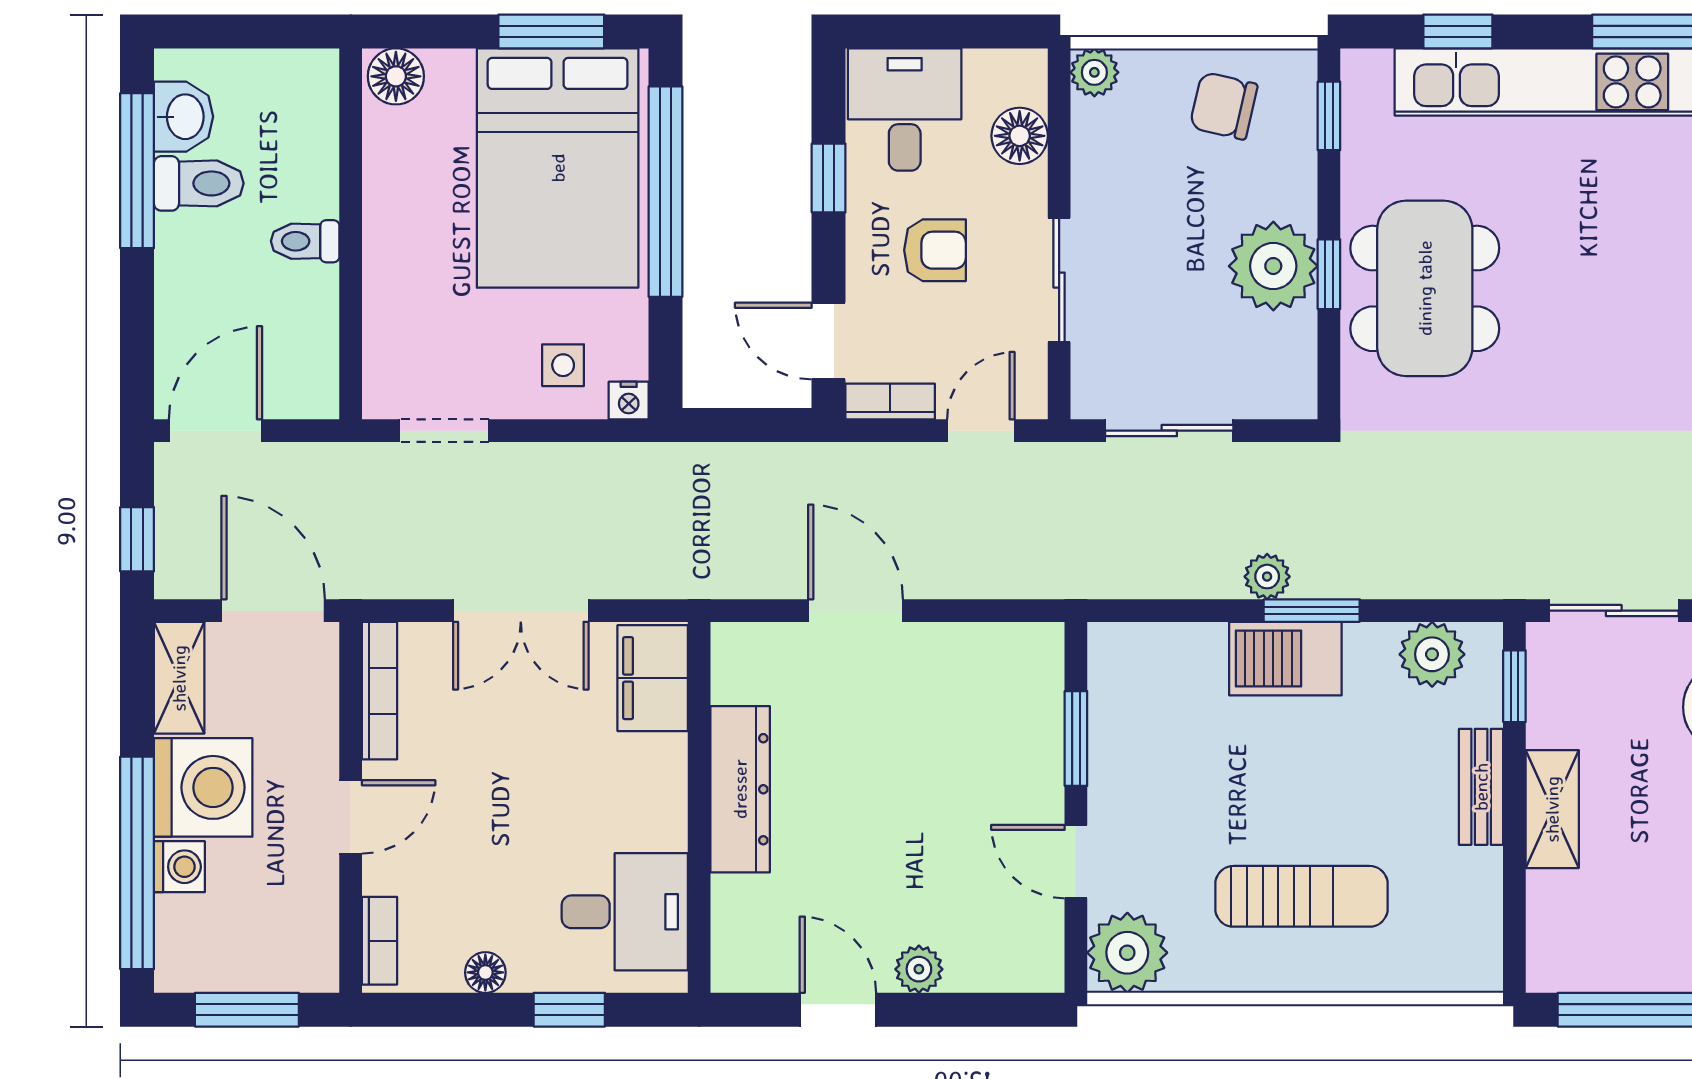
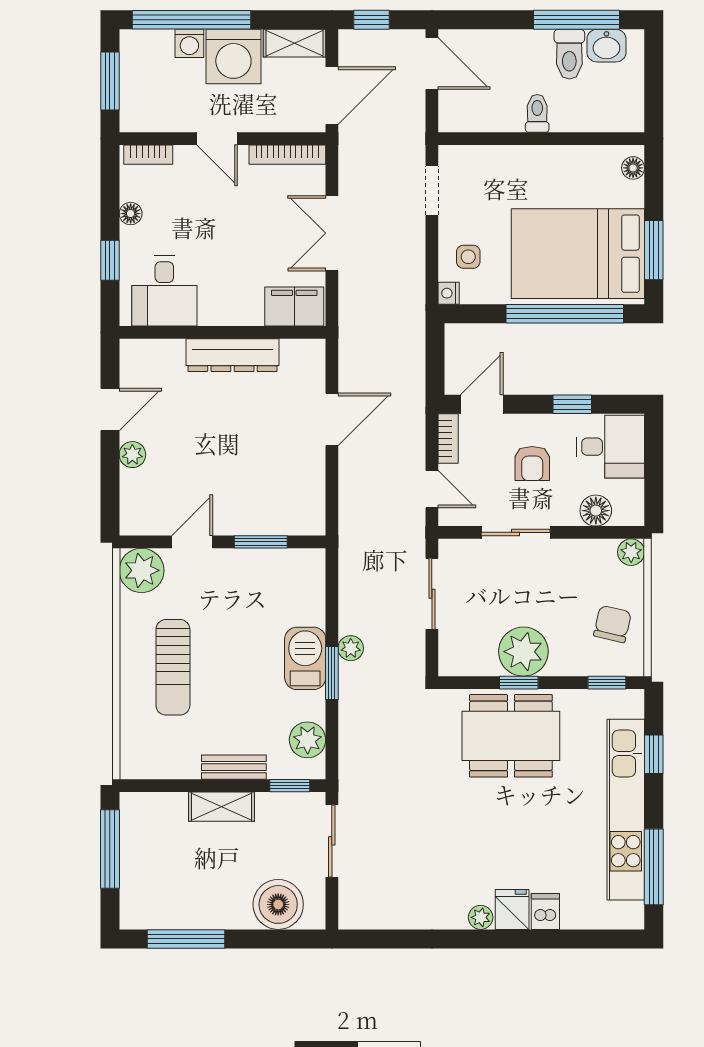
floor lamp: (396, 76) -> (633, 168), width x0.73, depth x0.73

